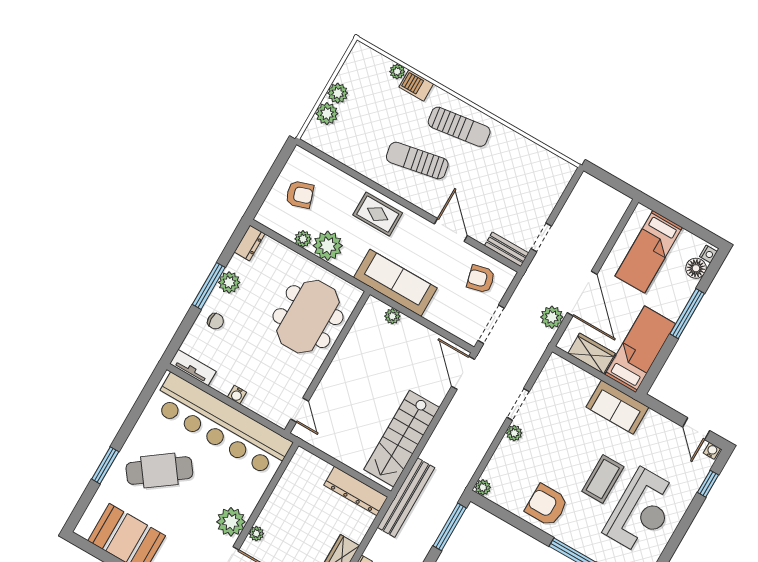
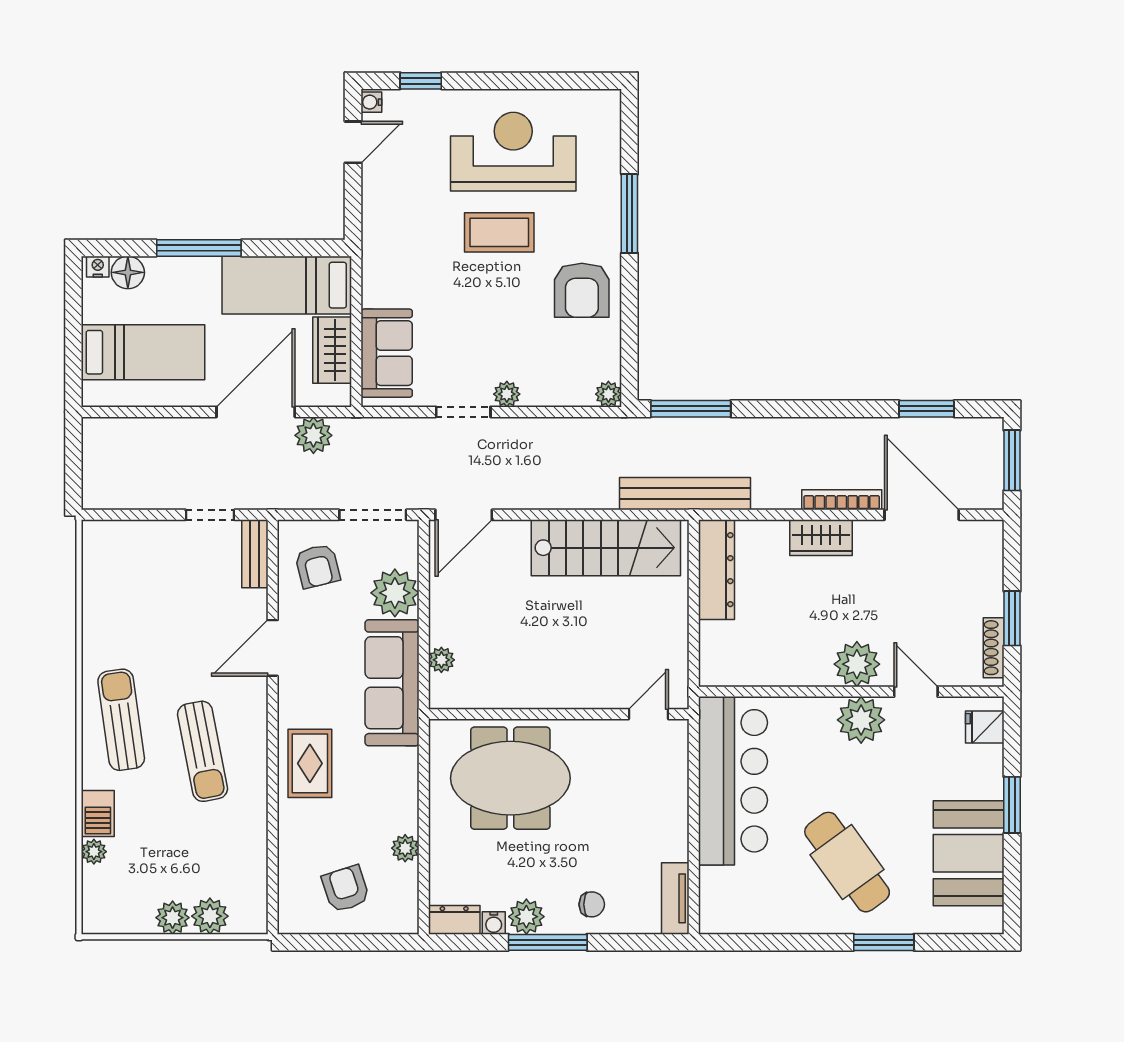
plant: (328, 246) -> (395, 593), moved
chair: (215, 321) -> (592, 904), turned 90
water cooler: (237, 395) -> (494, 923), moved, turned 90
sofa: (617, 407) -> (387, 353), moved
bar counter: (222, 425) -> (733, 781), width x0.73
plant: (256, 534) -> (857, 664), width x1.88, depth x1.88

